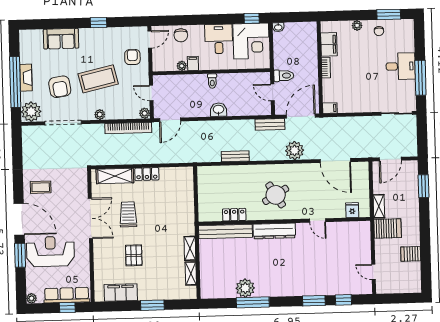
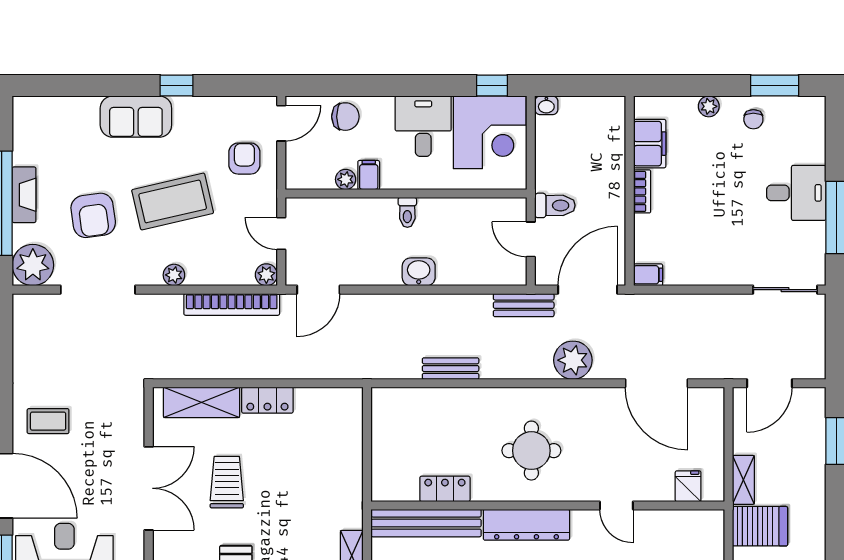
chair: (181, 35) -> (345, 117), turned -90
sofa: (61, 39) -> (136, 117), moved
round table: (276, 195) -> (531, 451), turned 31

